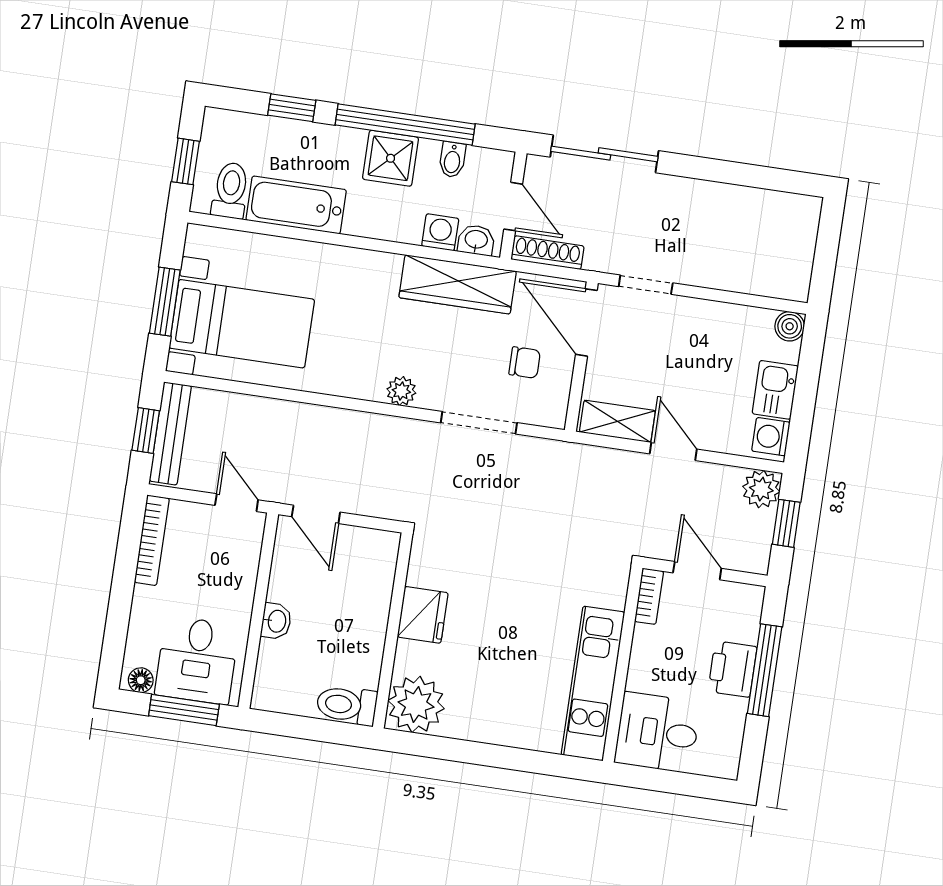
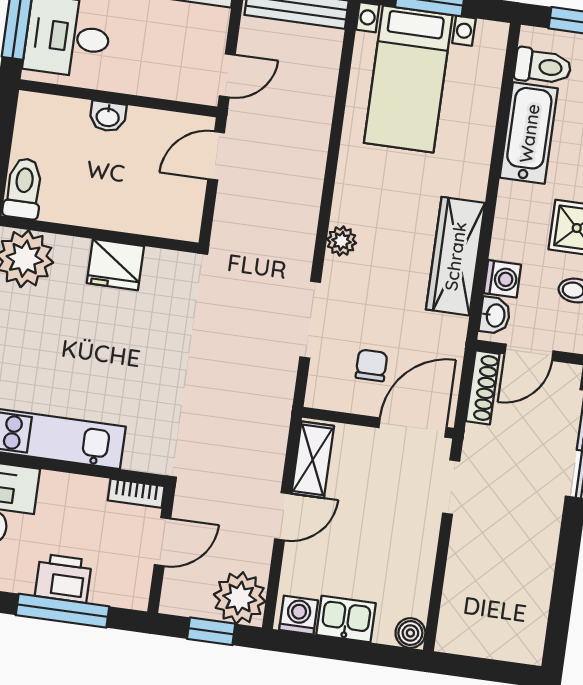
wardrobe: (458, 284) -> (455, 256), moved
chair: (525, 363) -> (371, 365), turned 180
plant: (761, 489) -> (240, 598), width x1.36, depth x1.36

